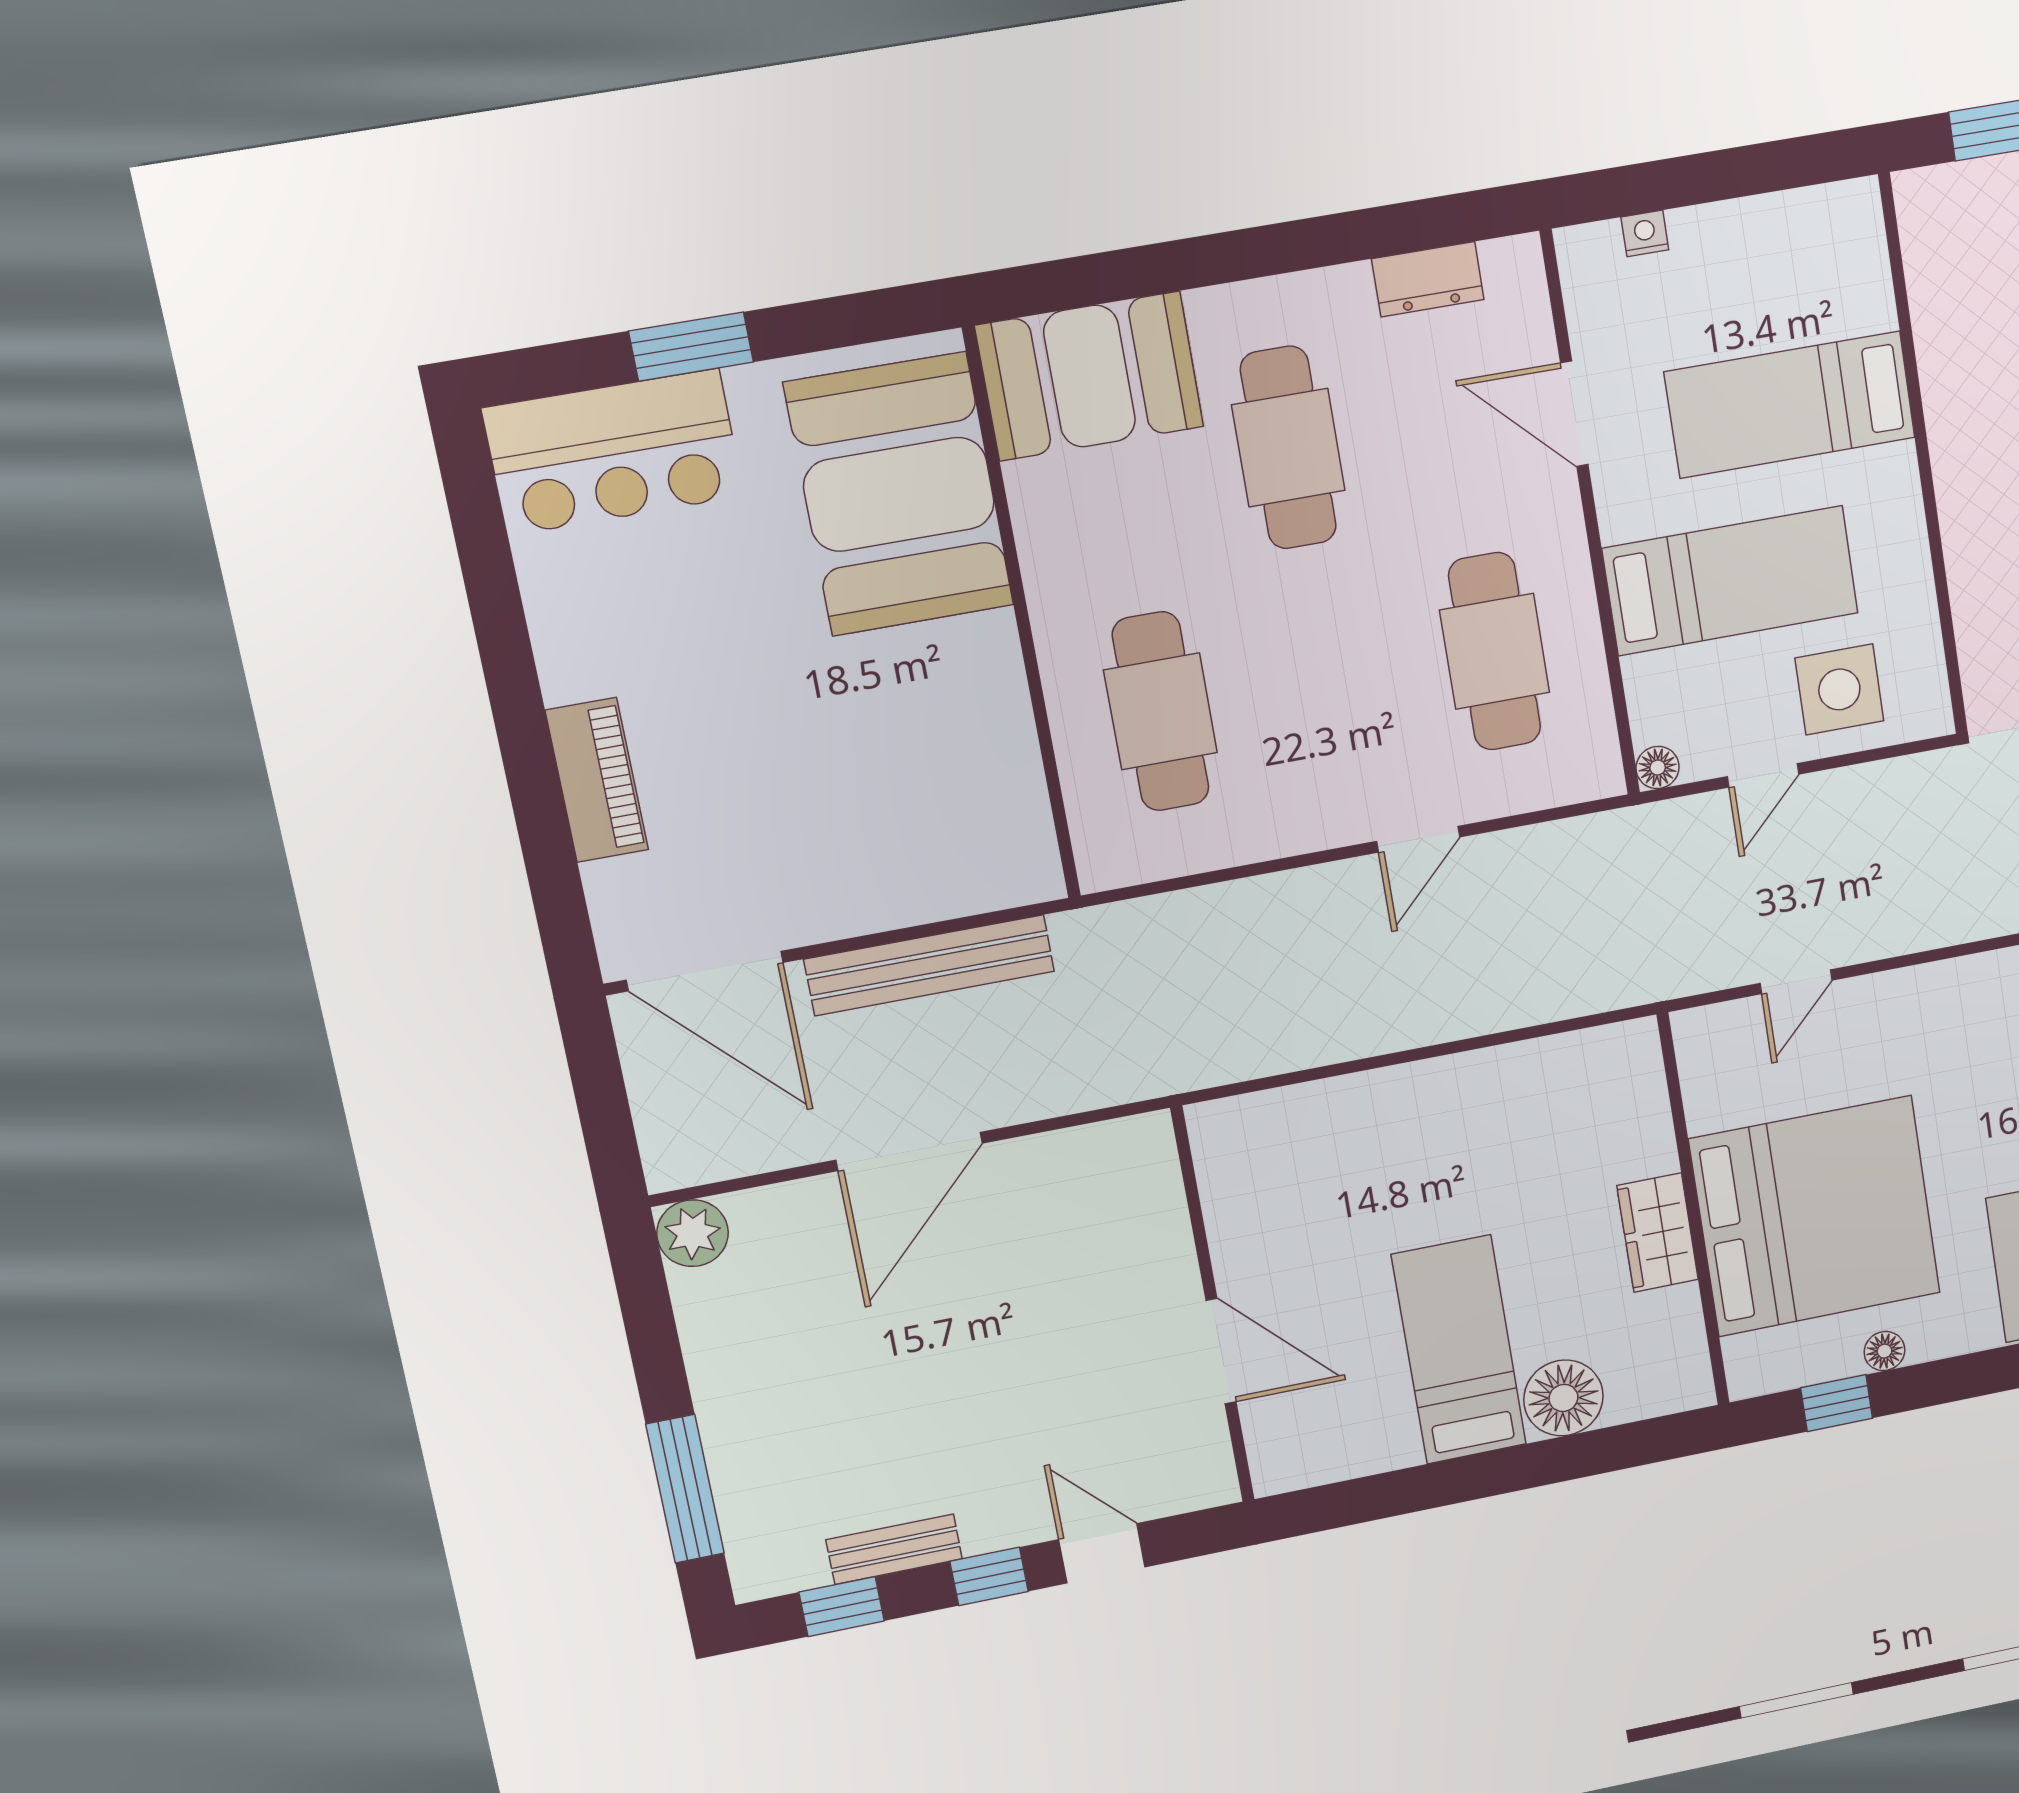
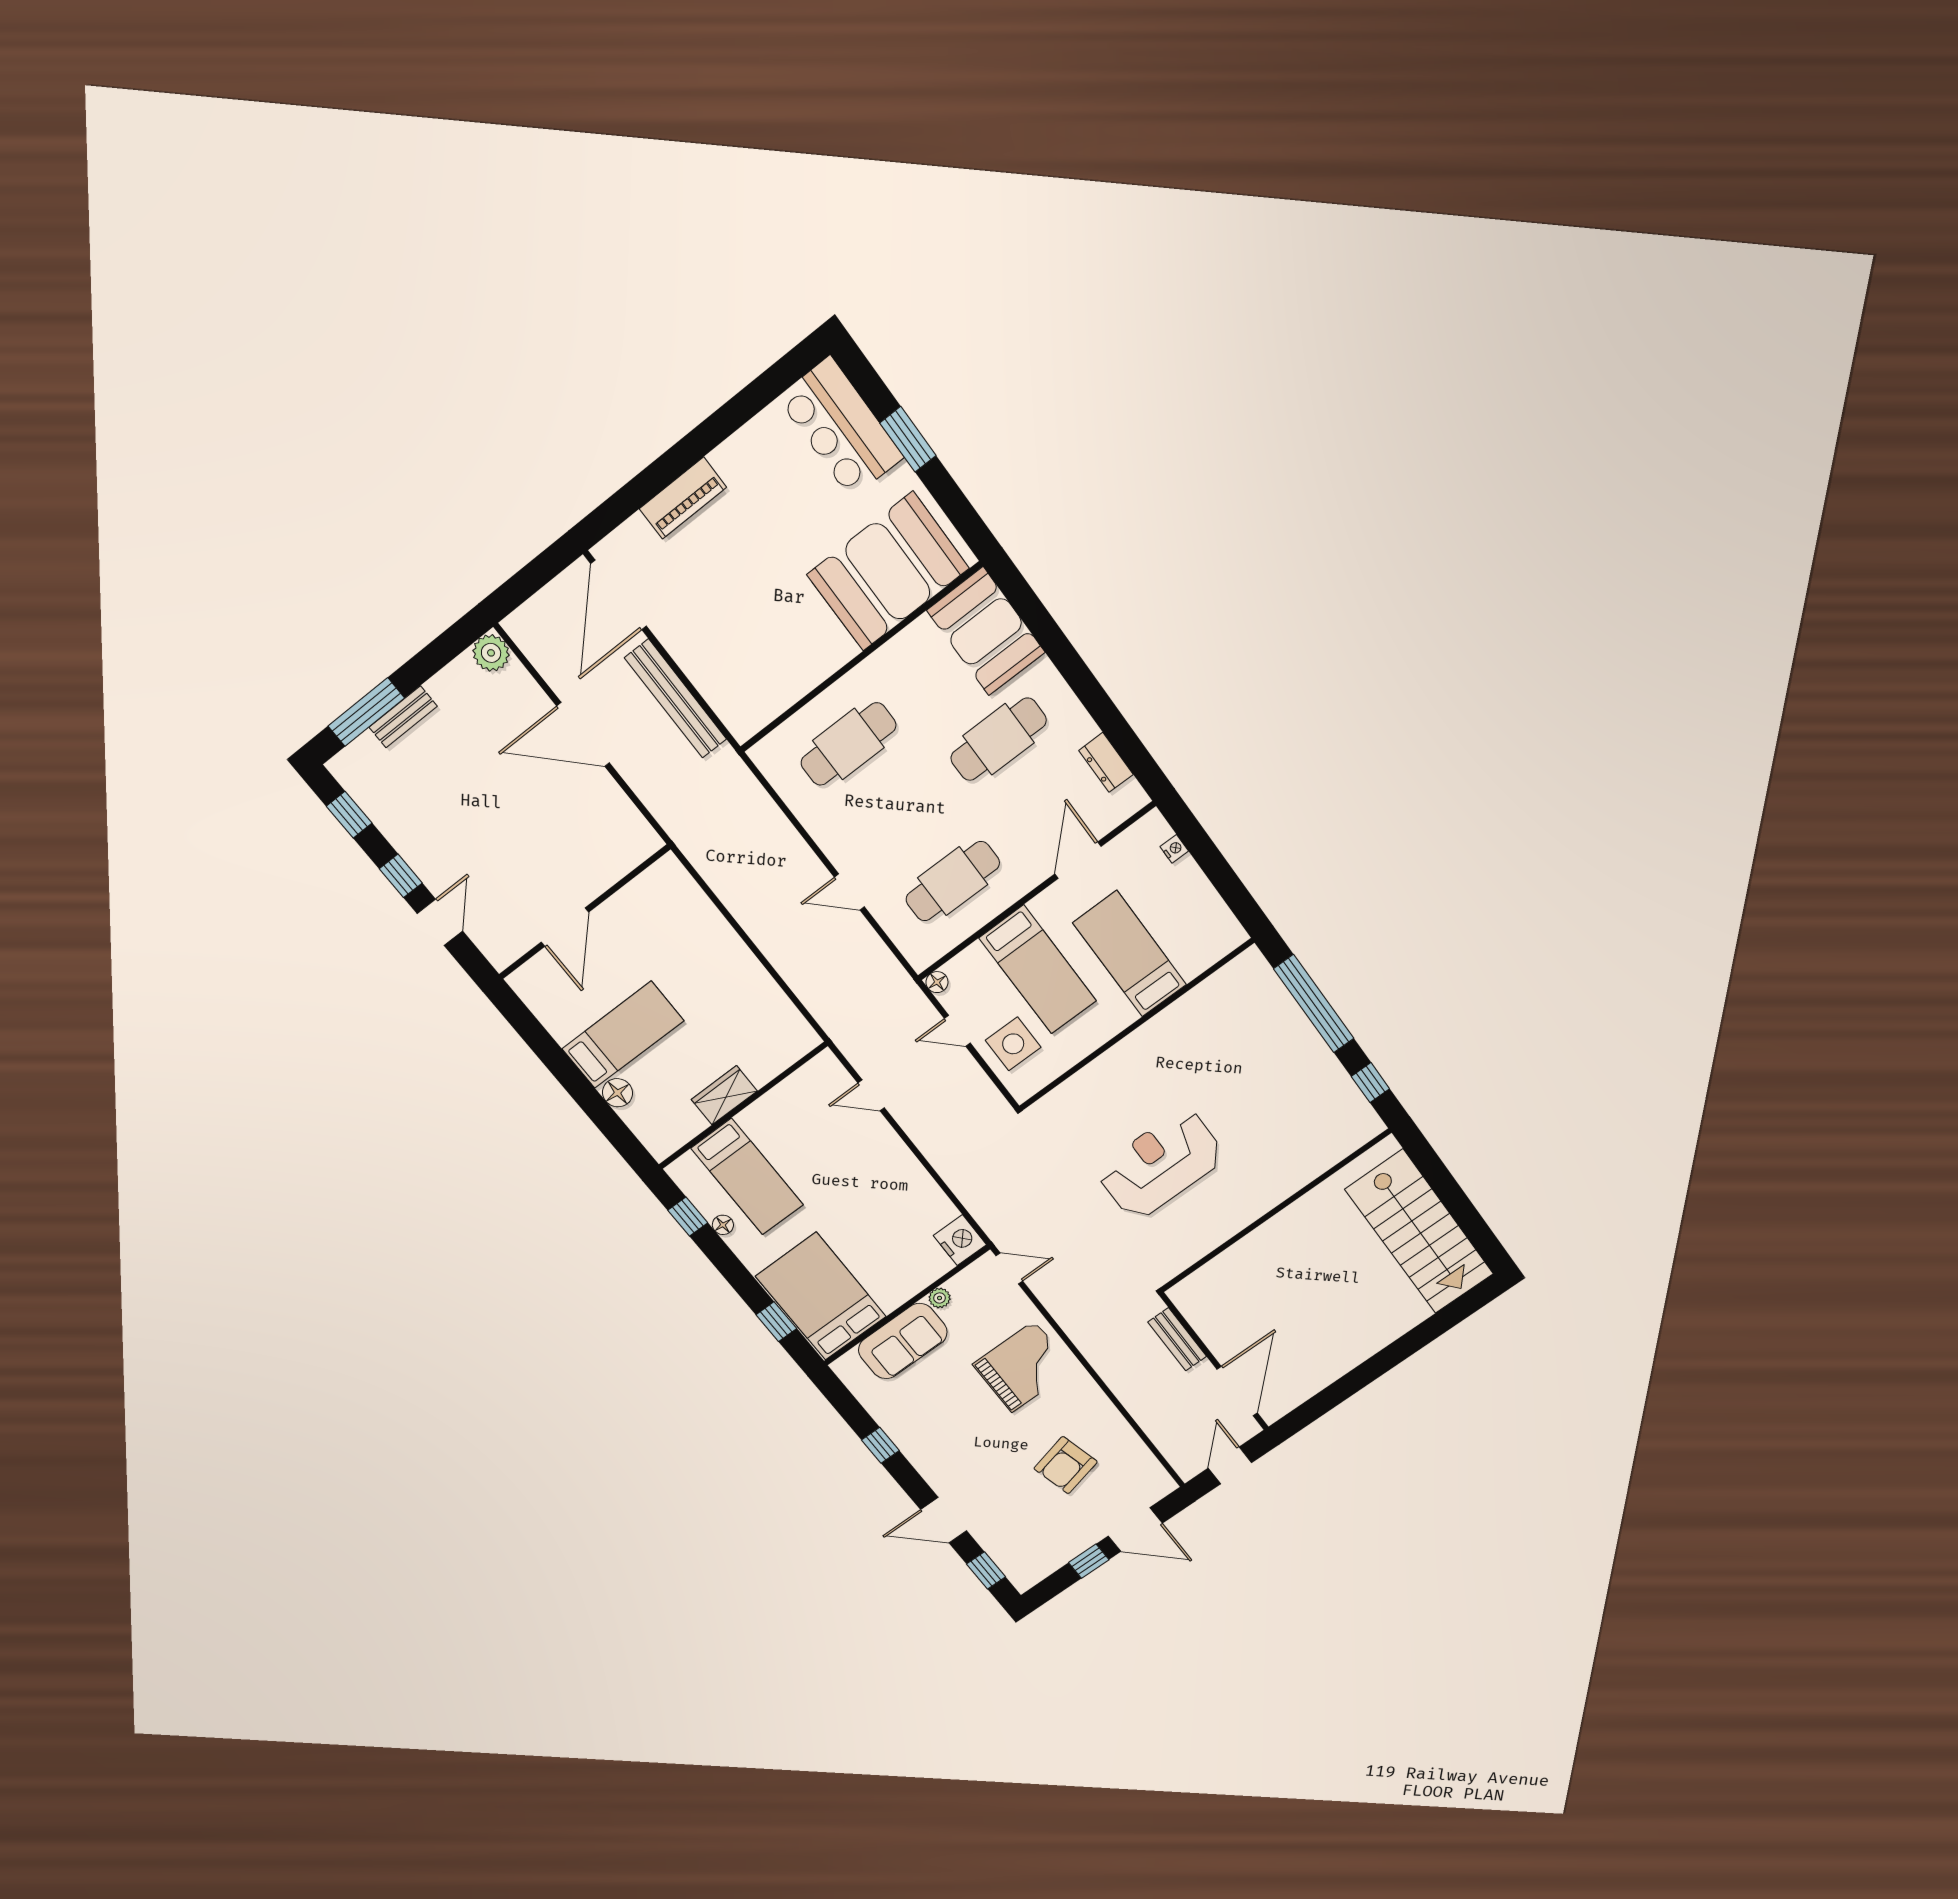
bed: (1815, 1216) -> (747, 1177), width x0.49
floor lamp: (1563, 1398) -> (617, 1093), width x0.73, depth x0.73
bench: (894, 1549) -> (403, 717), moved, turned 90

